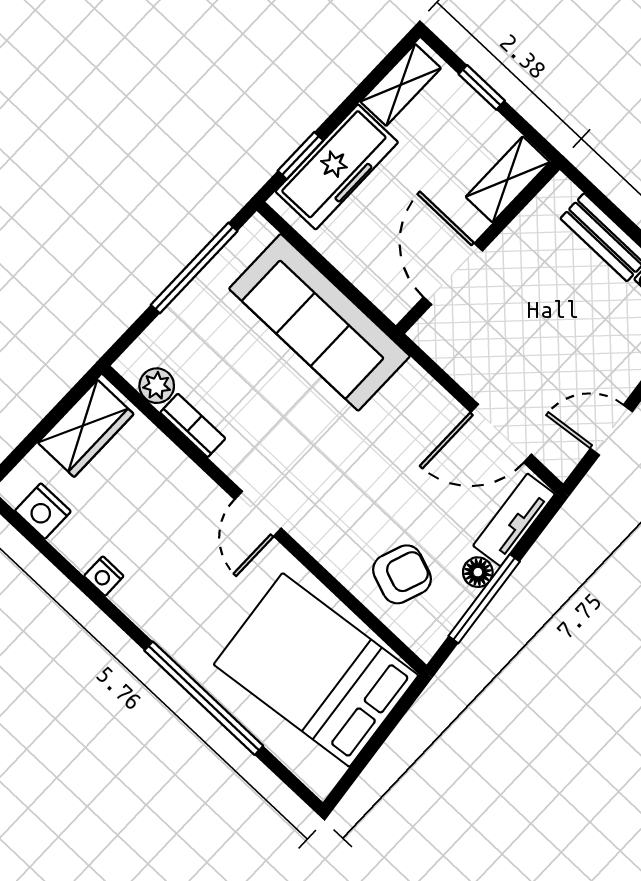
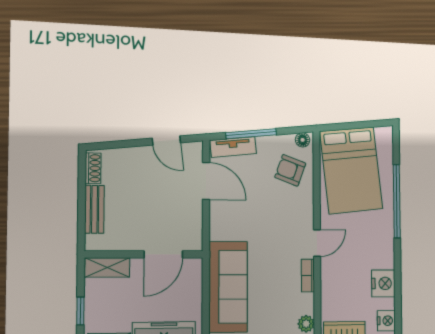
bookcase: (193, 425) -> (308, 276), moved
floor lamp: (478, 572) -> (303, 140), moved
nightstand: (104, 576) -> (383, 283), width x1.89, depth x1.79
window: (484, 599) -> (251, 134), moved

